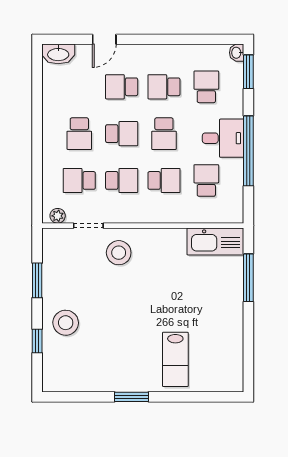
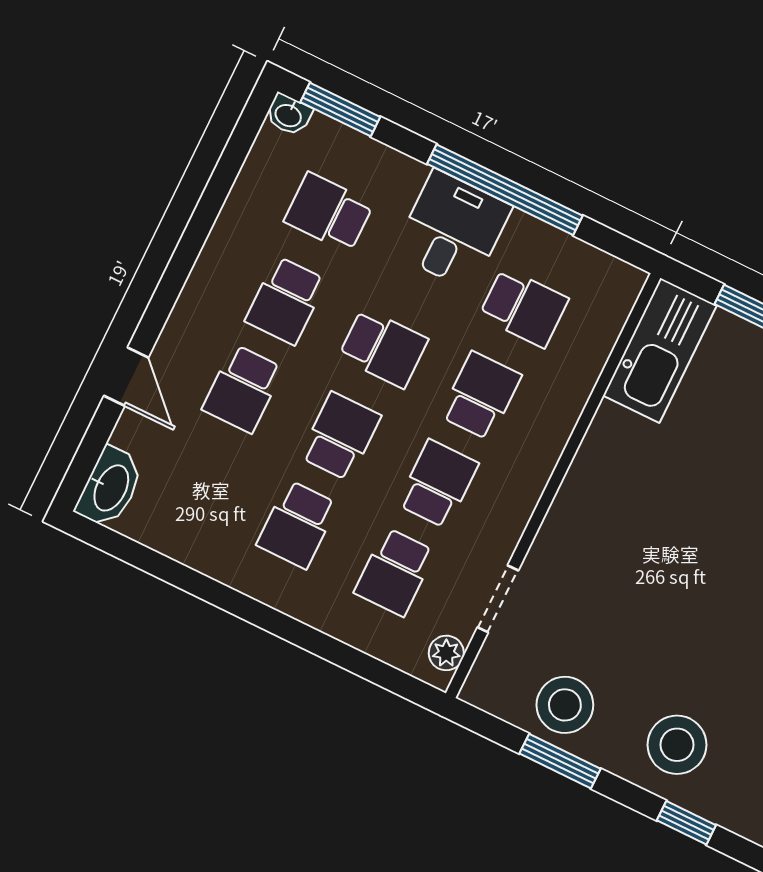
school desk: (79, 134) -> (297, 524), turned 90
school desk: (206, 180) -> (524, 308), turned 180
stool: (119, 253) -> (565, 705), moved

